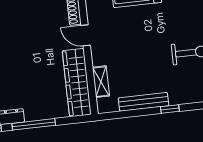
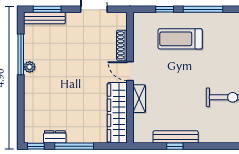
shelving: (101, 82) -> (139, 99), moved
window: (170, 109) -> (175, 146), moved

